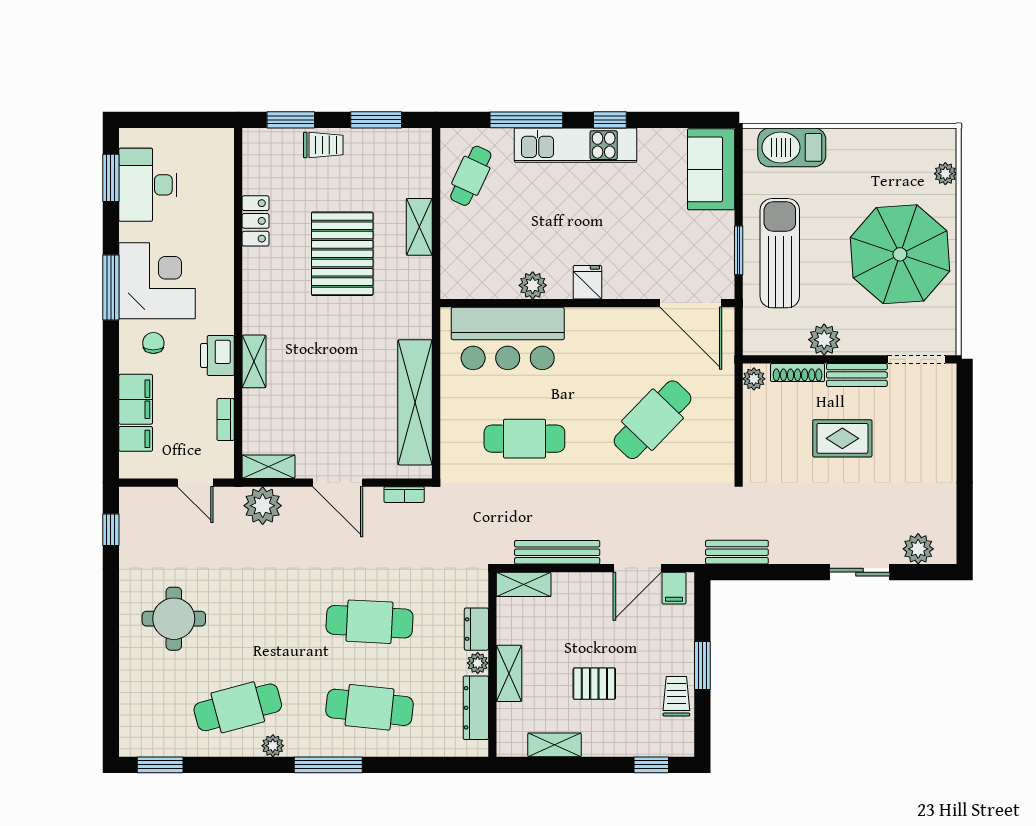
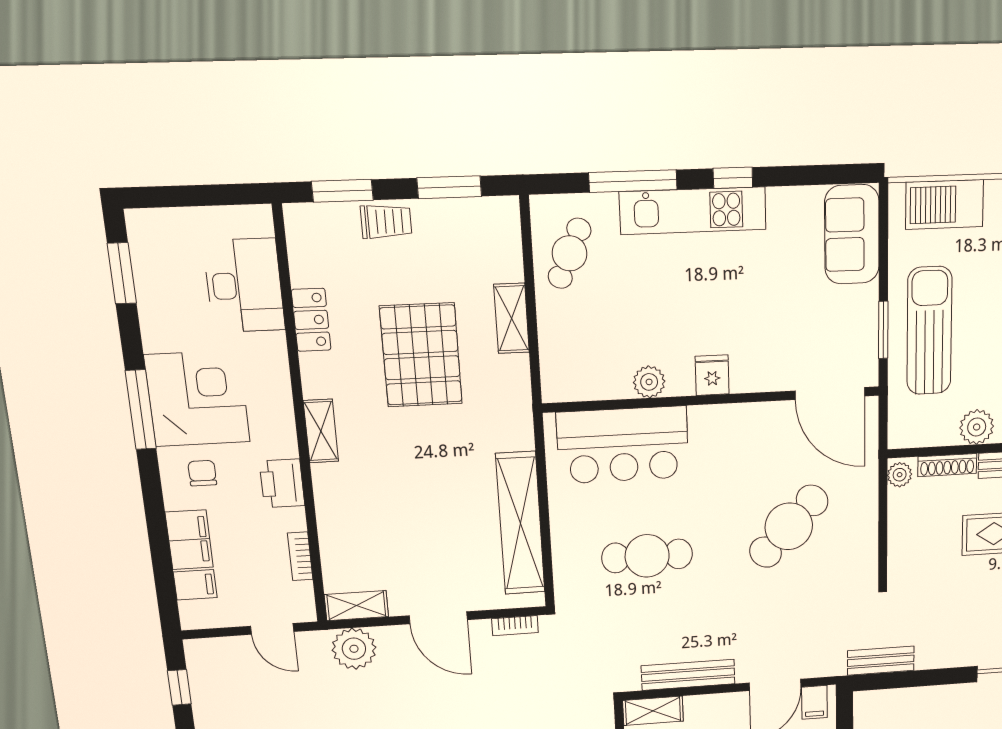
desk: (148, 185) -> (244, 285), moved, turned 180
shelving: (254, 361) -> (321, 431), moved

